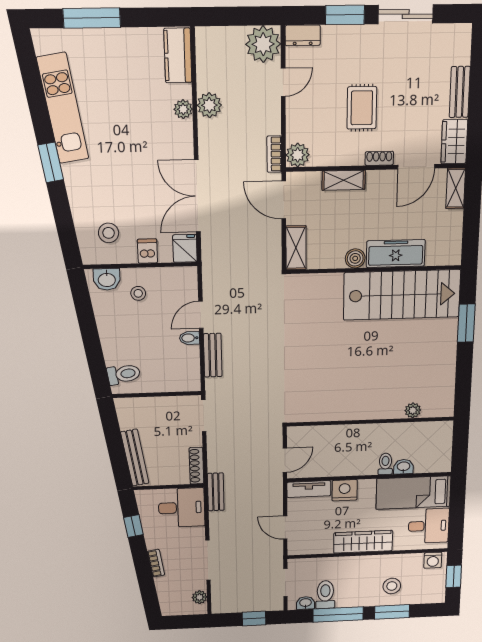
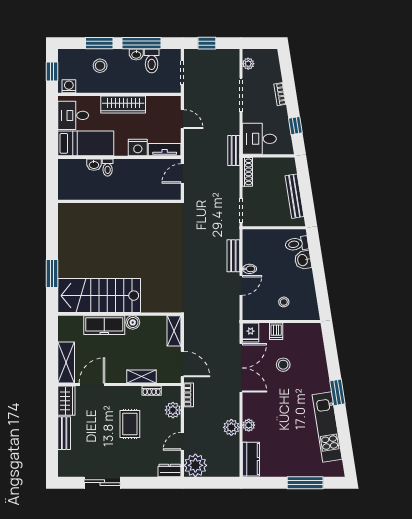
window: (345, 15) -> (142, 483), removed
plant: (298, 155) -> (173, 410), moved
shoe rack: (379, 158) -> (152, 391), moved
shelving: (456, 188) -> (66, 362), width x1.50, depth x1.33
stool: (109, 233) -> (283, 365), moved
washbasin: (107, 279) -> (303, 260), moved, turned -99
plant: (413, 410) -> (88, 209), removed
bench: (135, 458) -> (294, 196), moved
washbasin: (306, 603) -> (136, 55), moved

